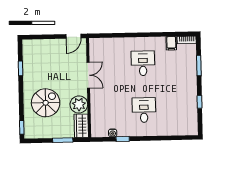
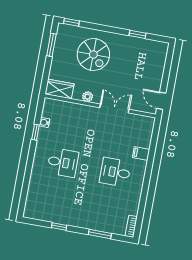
filing cabinet: (171, 43) -> (141, 153), moved
desk: (143, 63) -> (115, 172), turned 180
double door: (88, 75) -> (114, 108), swing flipped
plant: (79, 105) -> (88, 97), width x0.53, depth x0.53
window: (63, 140) -> (51, 45), moved

